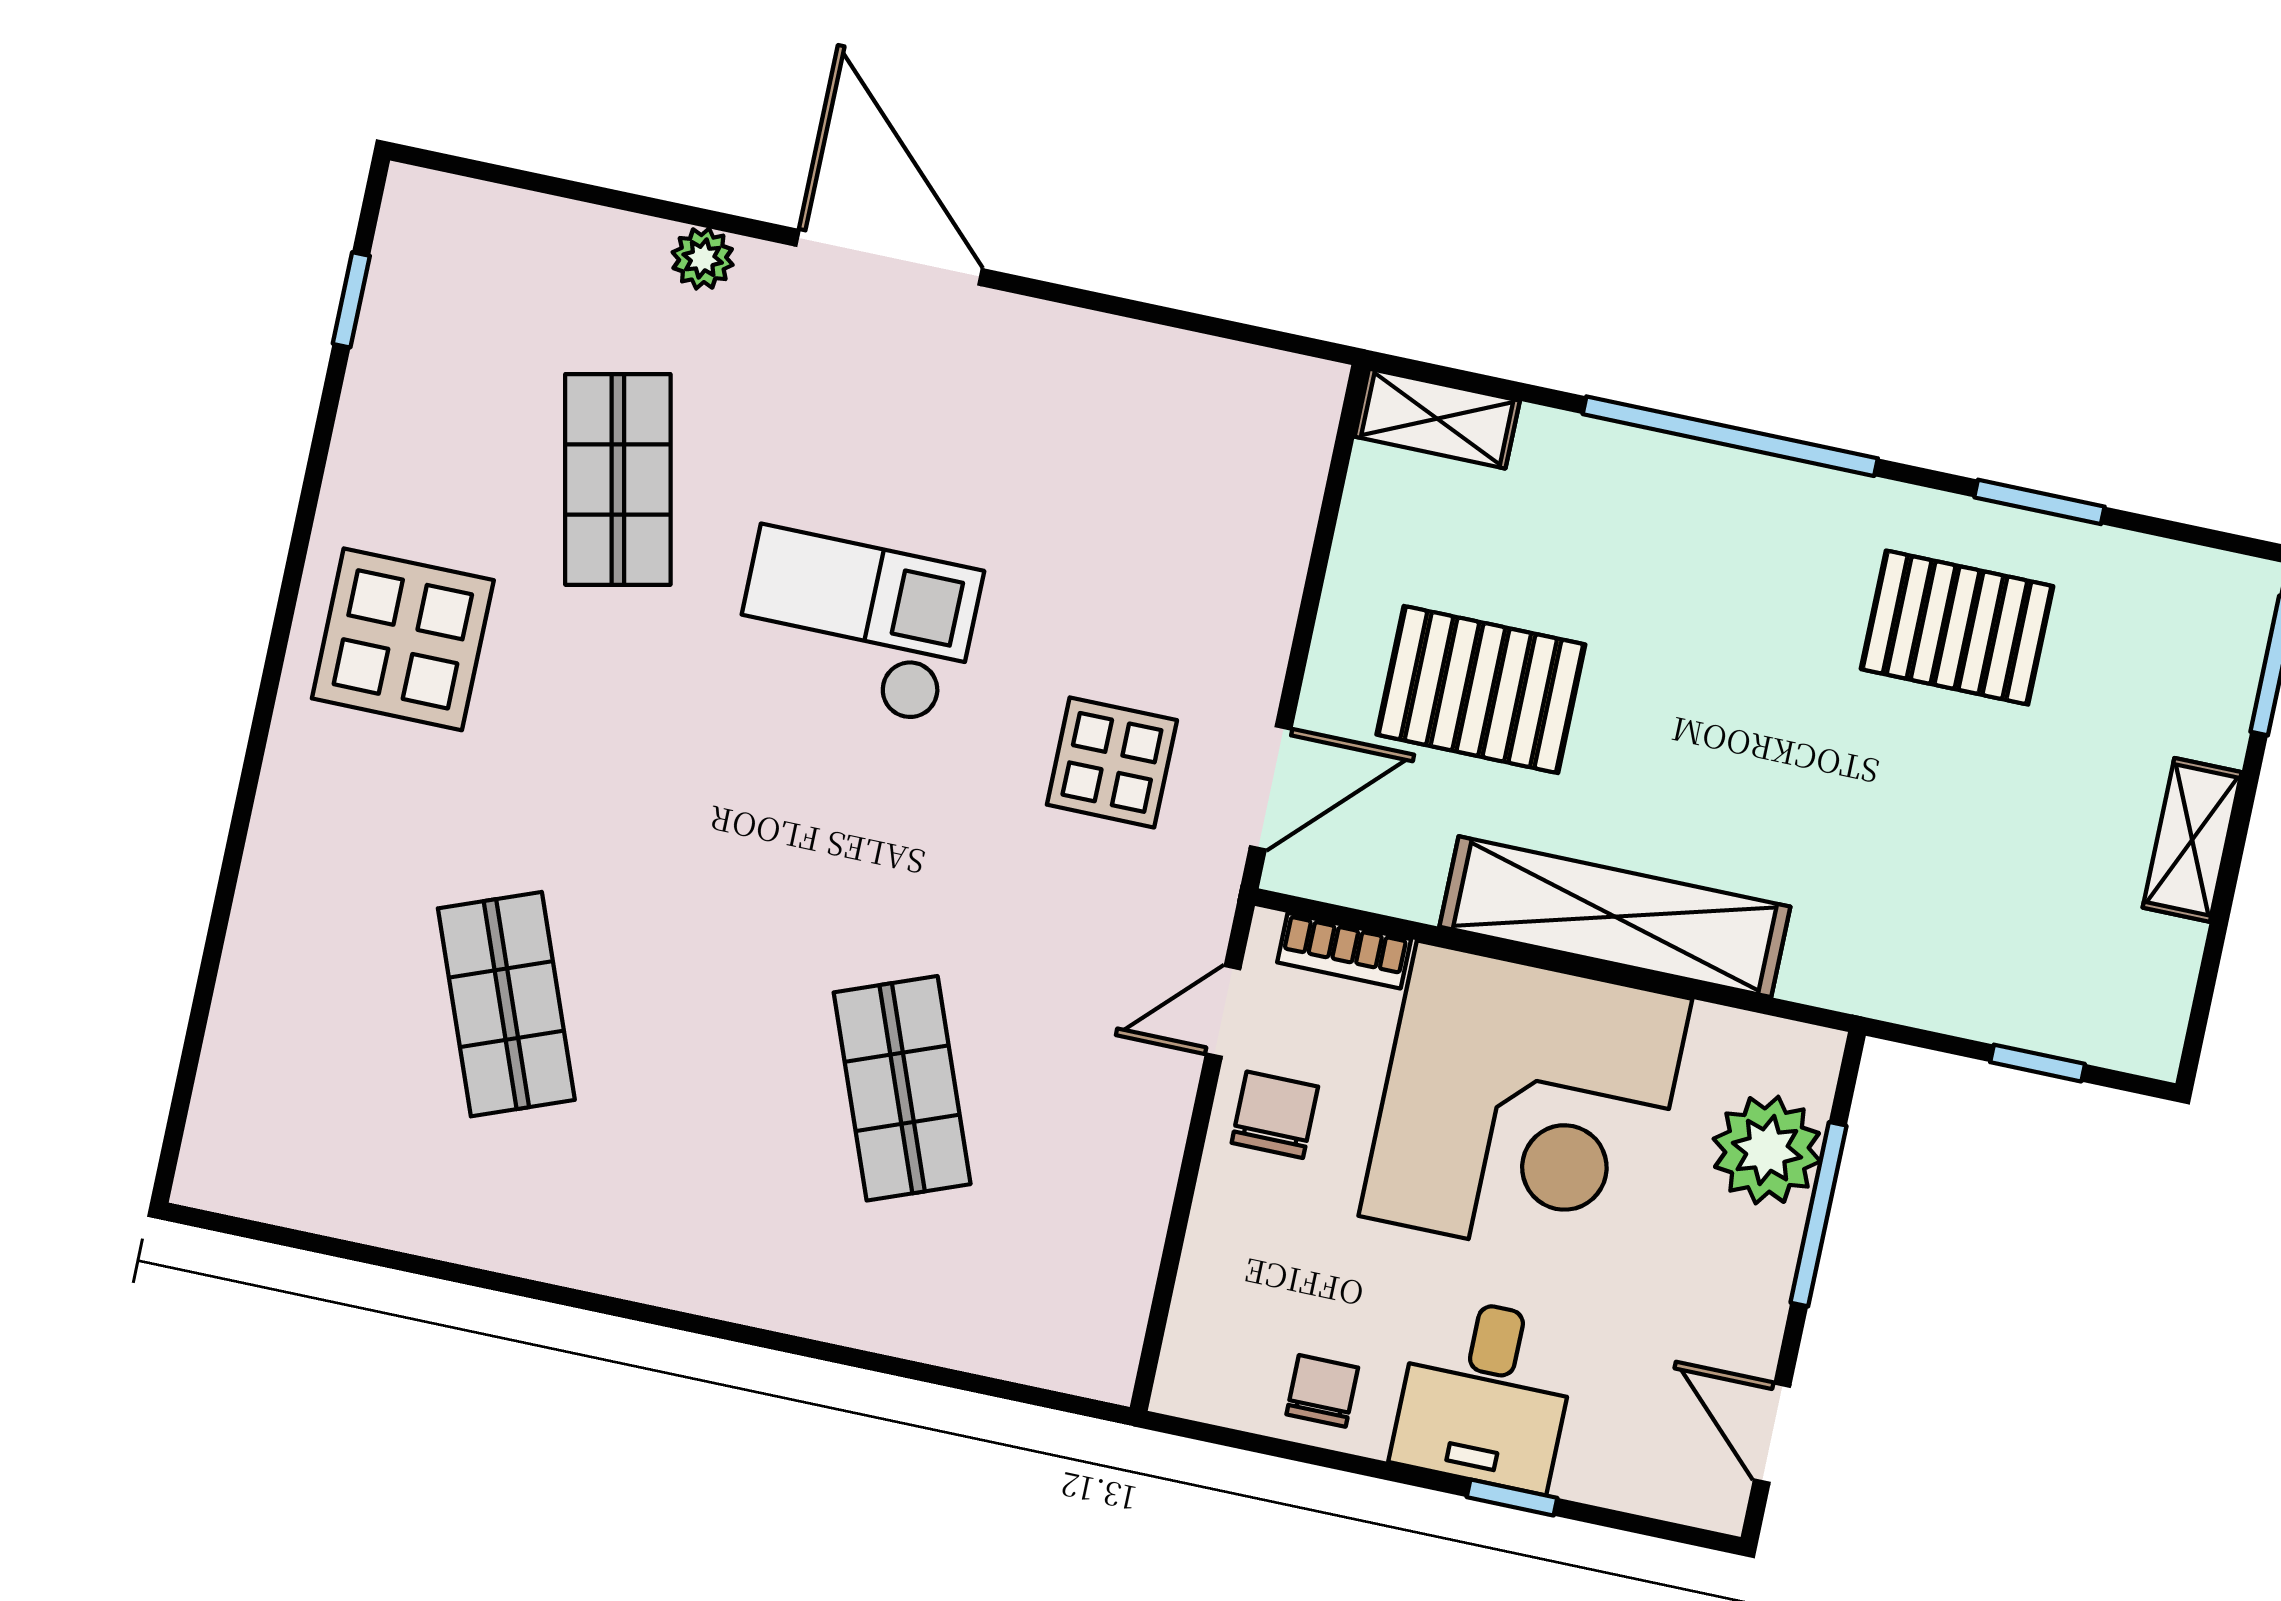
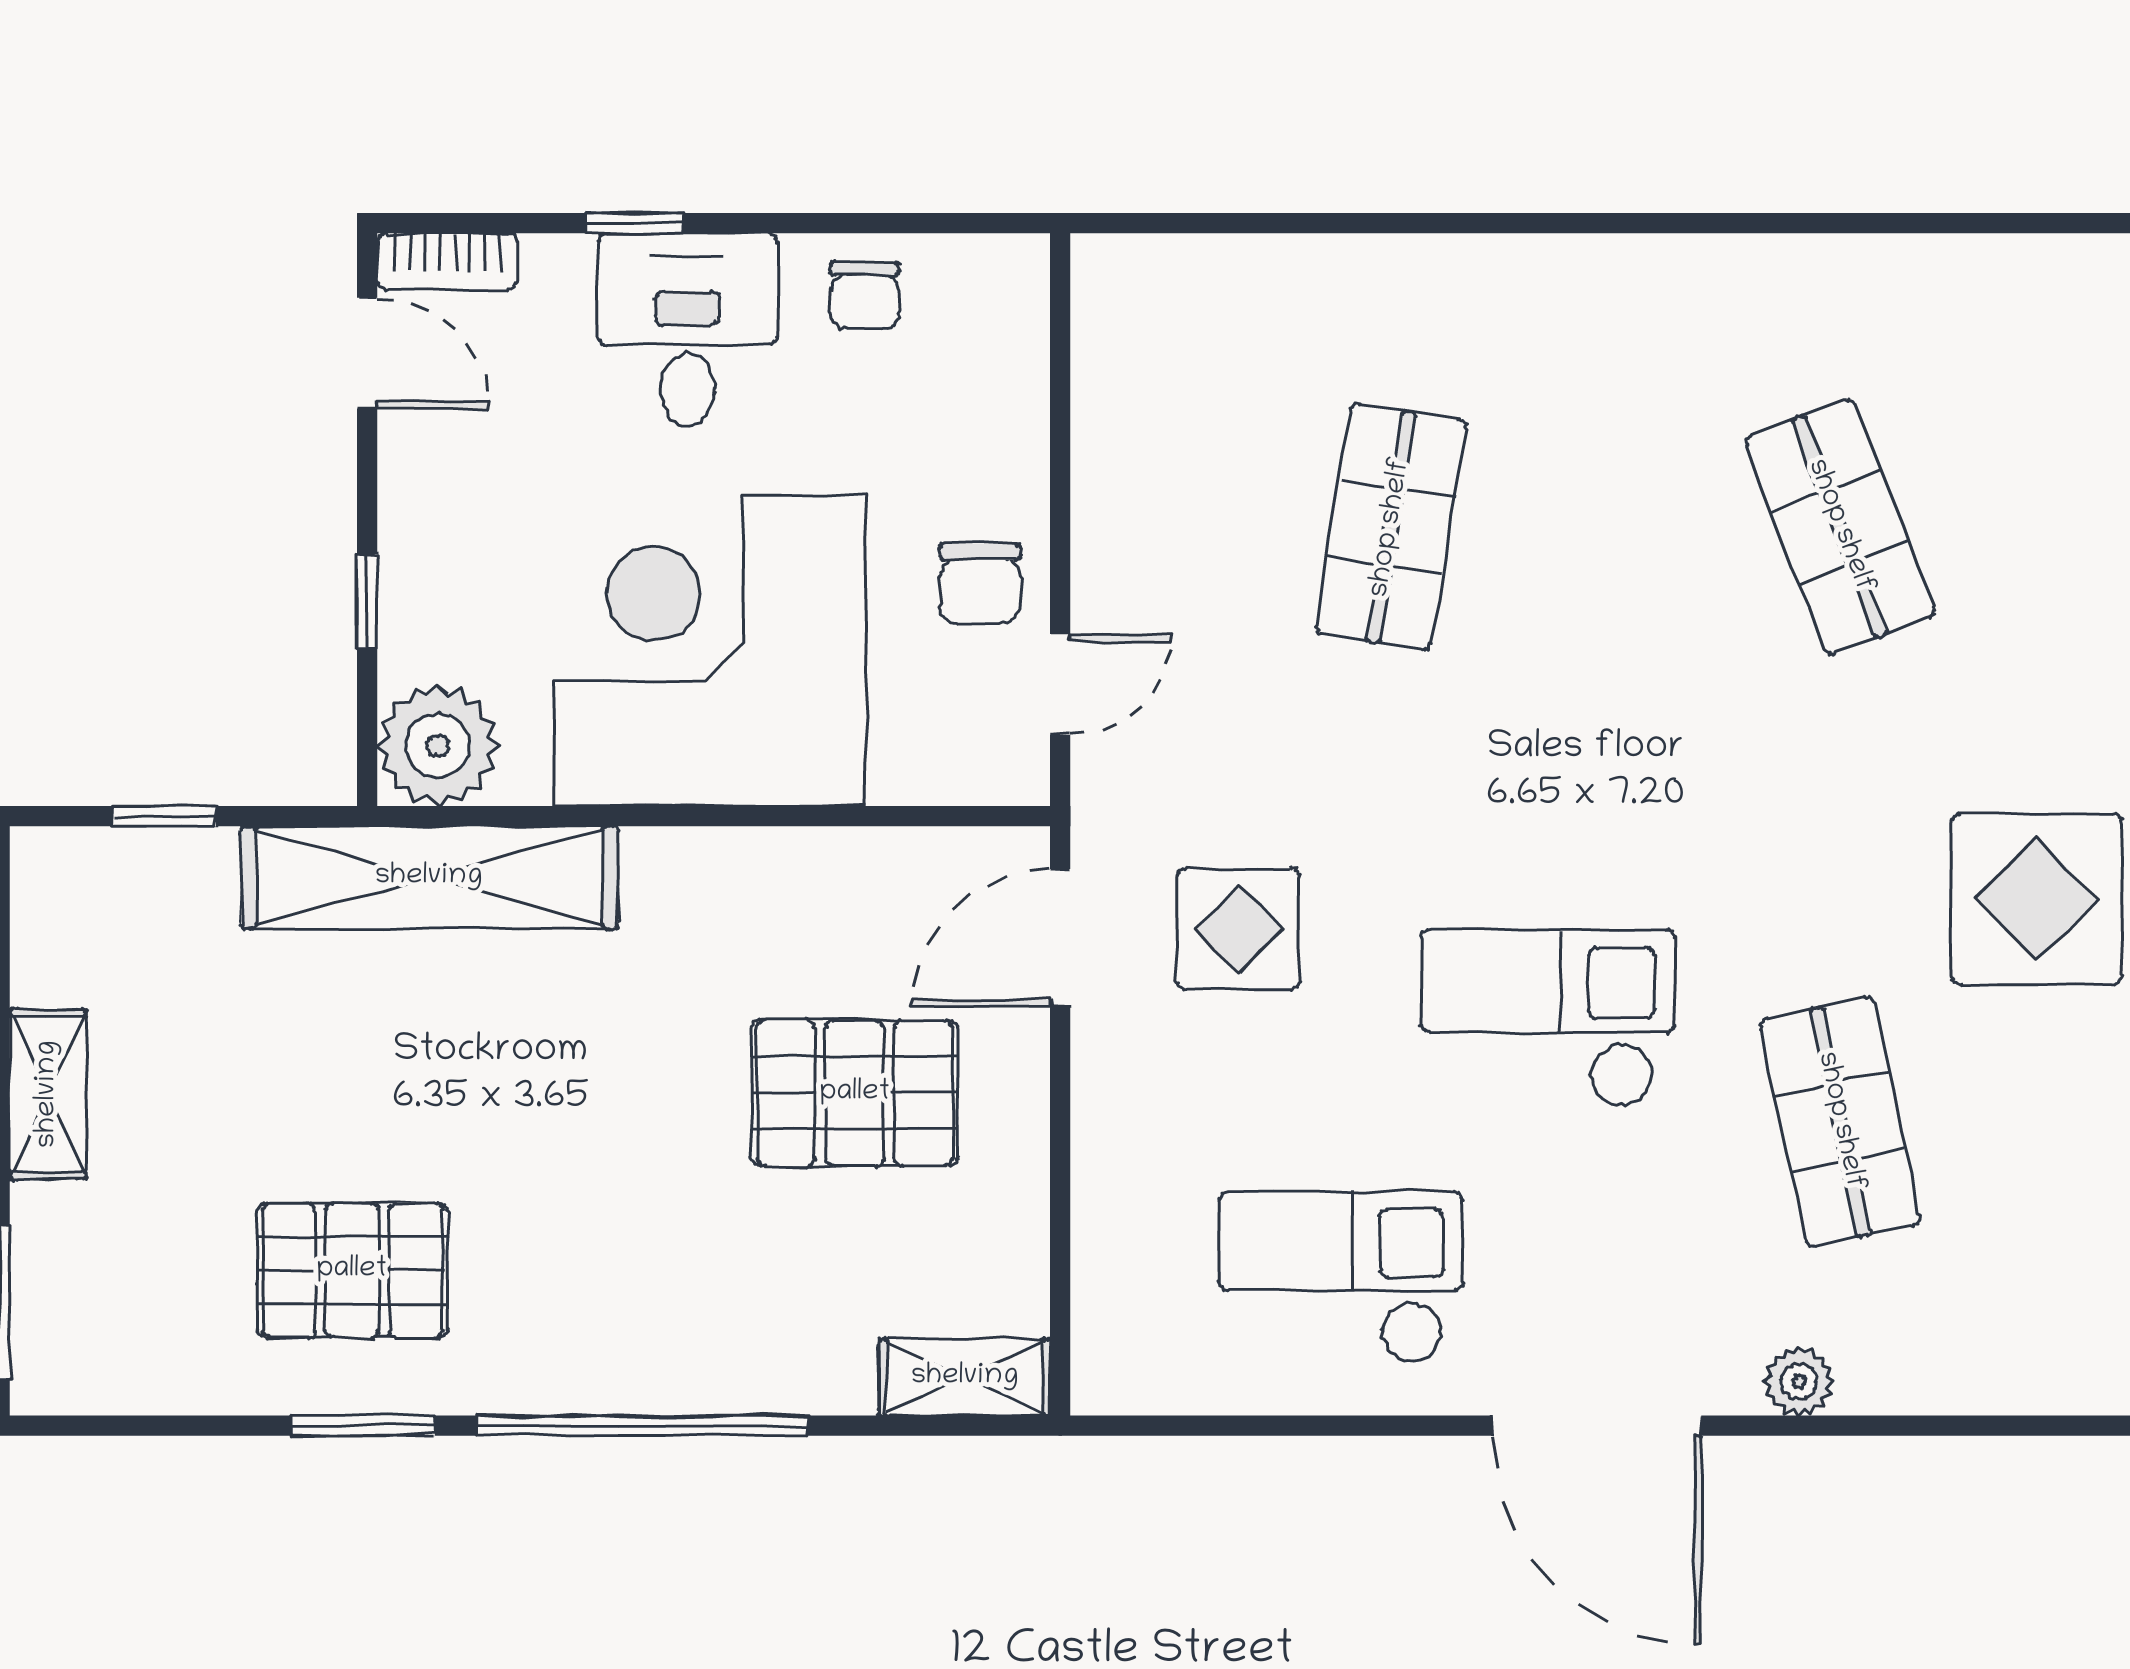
checkout: (1087, 436) -> (1341, 1277), added
window: (2039, 502) -> (363, 1426), moved
checkout: (856, 626) -> (1548, 1018), turned 180
shelving: (1615, 917) -> (429, 877), moved
bookcase: (1344, 951) -> (447, 261), moved, turned 180
shop shelf: (902, 1088) -> (1391, 527), turned 30
plant: (1767, 1150) -> (438, 745), moved
window: (1819, 1214) -> (367, 601), width x0.46

